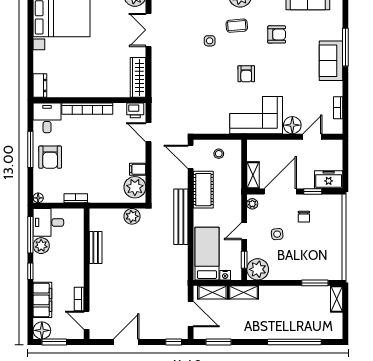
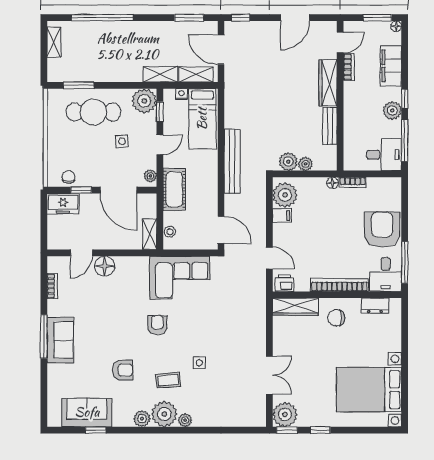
armchair: (277, 34) -> (123, 370), turned 180
window: (345, 47) -> (44, 336), moved
wardrobe: (138, 77) -> (295, 307), moved, turned 90
chair: (90, 80) -> (336, 318), added
dresser: (40, 85) -> (375, 306), moved, turned -90
corner sofa: (256, 115) -> (180, 278), moved
window: (30, 149) -> (405, 262), moved
stool: (219, 154) -> (170, 232), moved
armchair: (50, 157) -> (382, 230), width x1.36, depth x1.36
shelving: (253, 175) -> (150, 234), moved
cot: (203, 190) -> (174, 189), moved
door: (280, 192) -> (118, 190), hinge flipped
floor lamp: (38, 198) -> (332, 183), moved
plant: (117, 214) -> (306, 164), added
chair: (304, 217) -> (69, 177), moved
plant: (41, 246) -> (392, 110), moved
cafe table: (302, 260) -> (94, 112), added
wardrobe: (97, 285) -> (328, 83), added
shelving: (337, 299) -> (54, 42), moved
door: (87, 320) -> (340, 43), hinge flipped
floor lamp: (42, 330) -> (396, 26), width x0.53, depth x0.53

